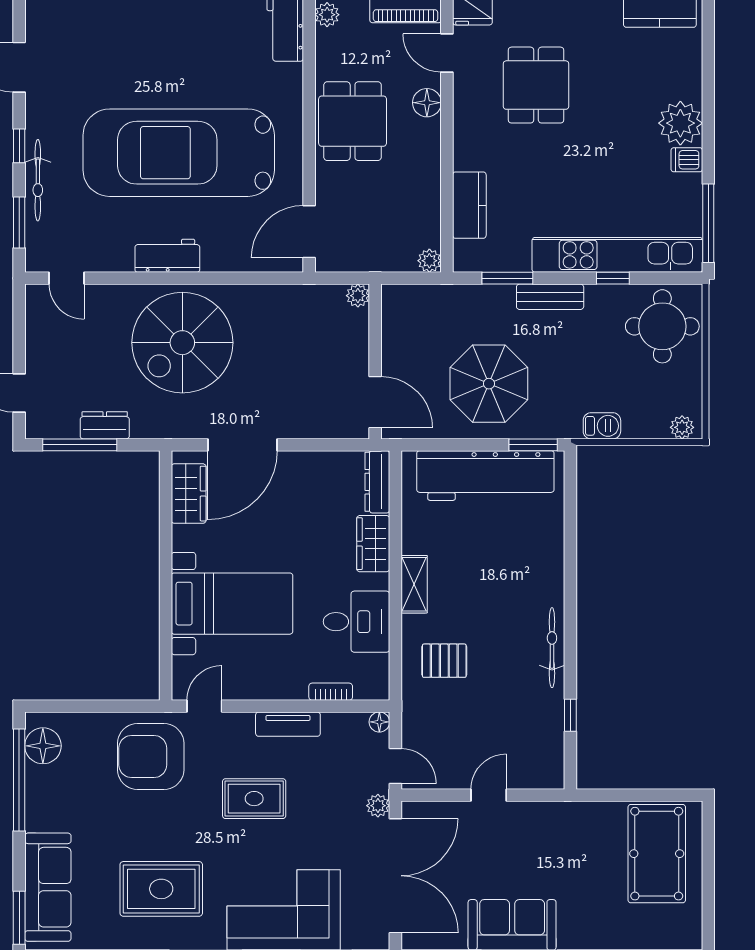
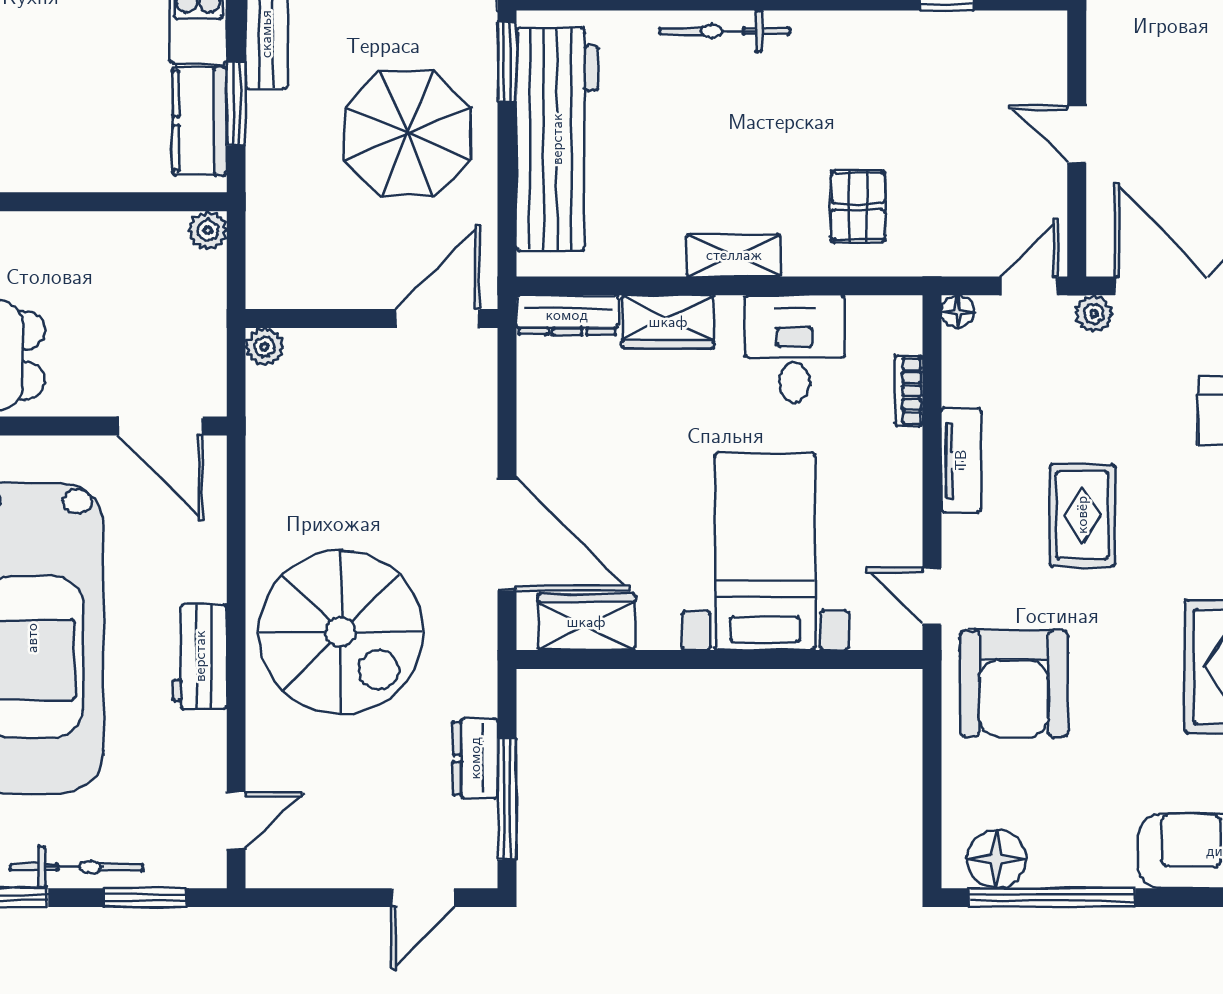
kitchen counter: (469, 205) -> (200, 121), moved, turned -90
bicycle: (552, 648) -> (724, 31), moved

